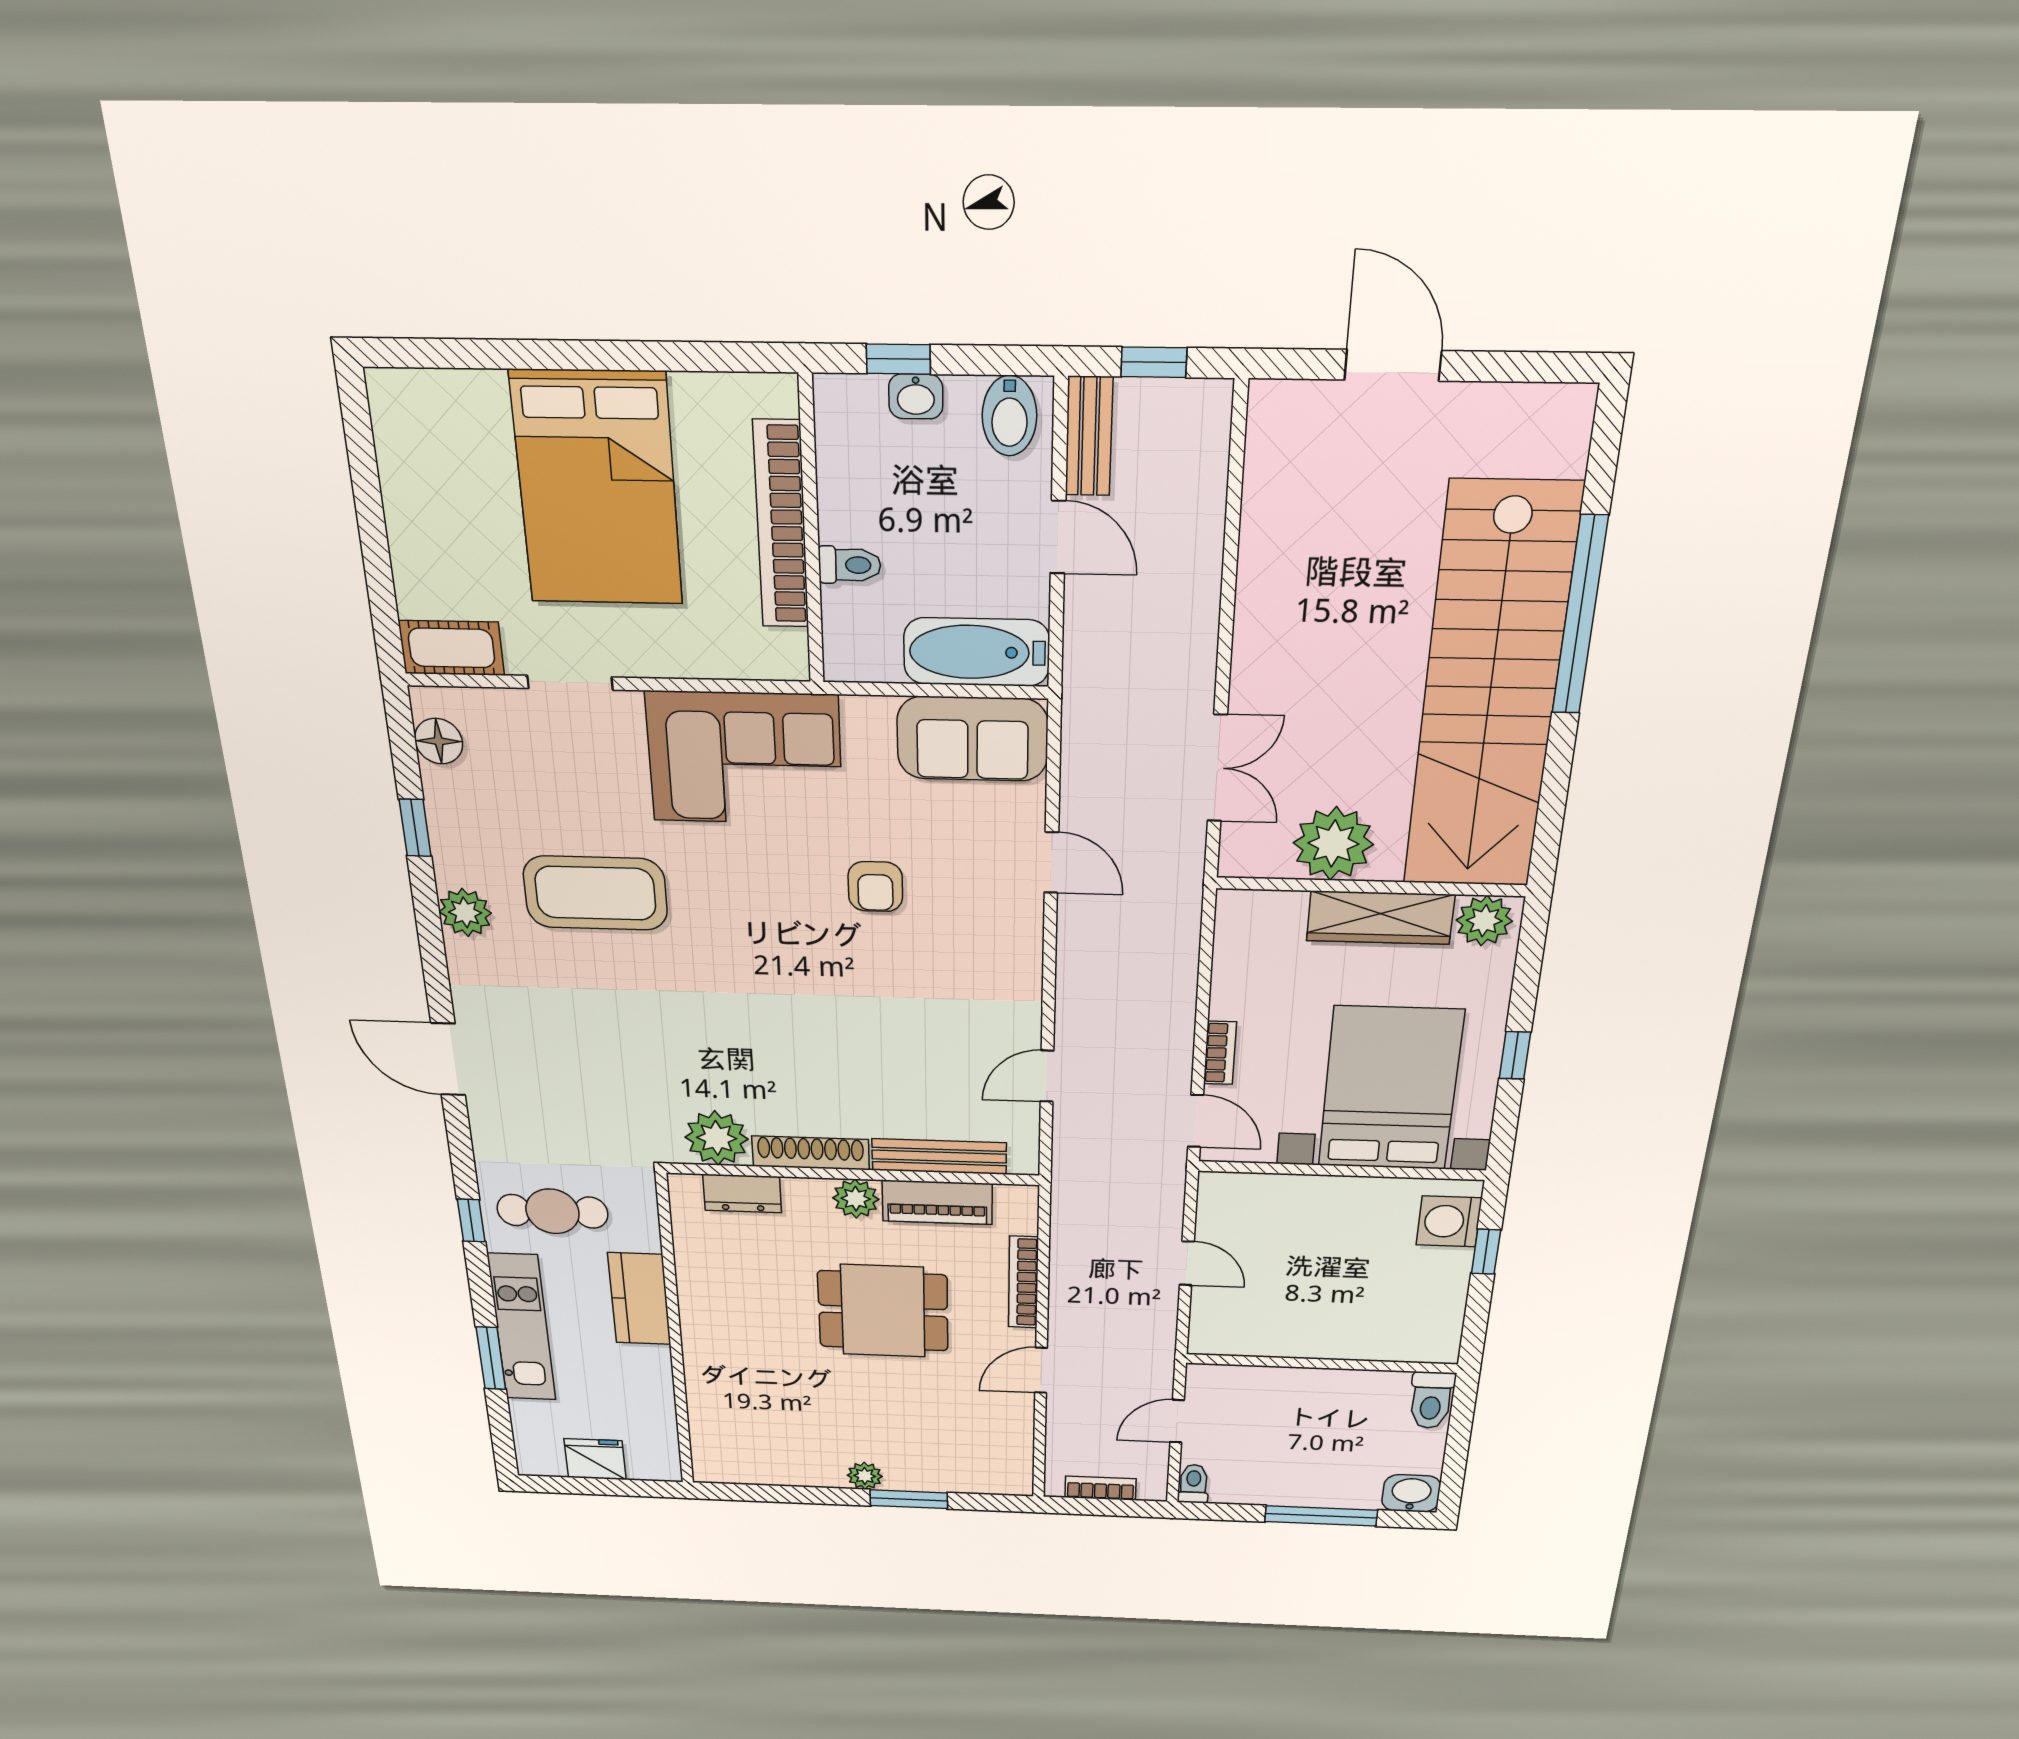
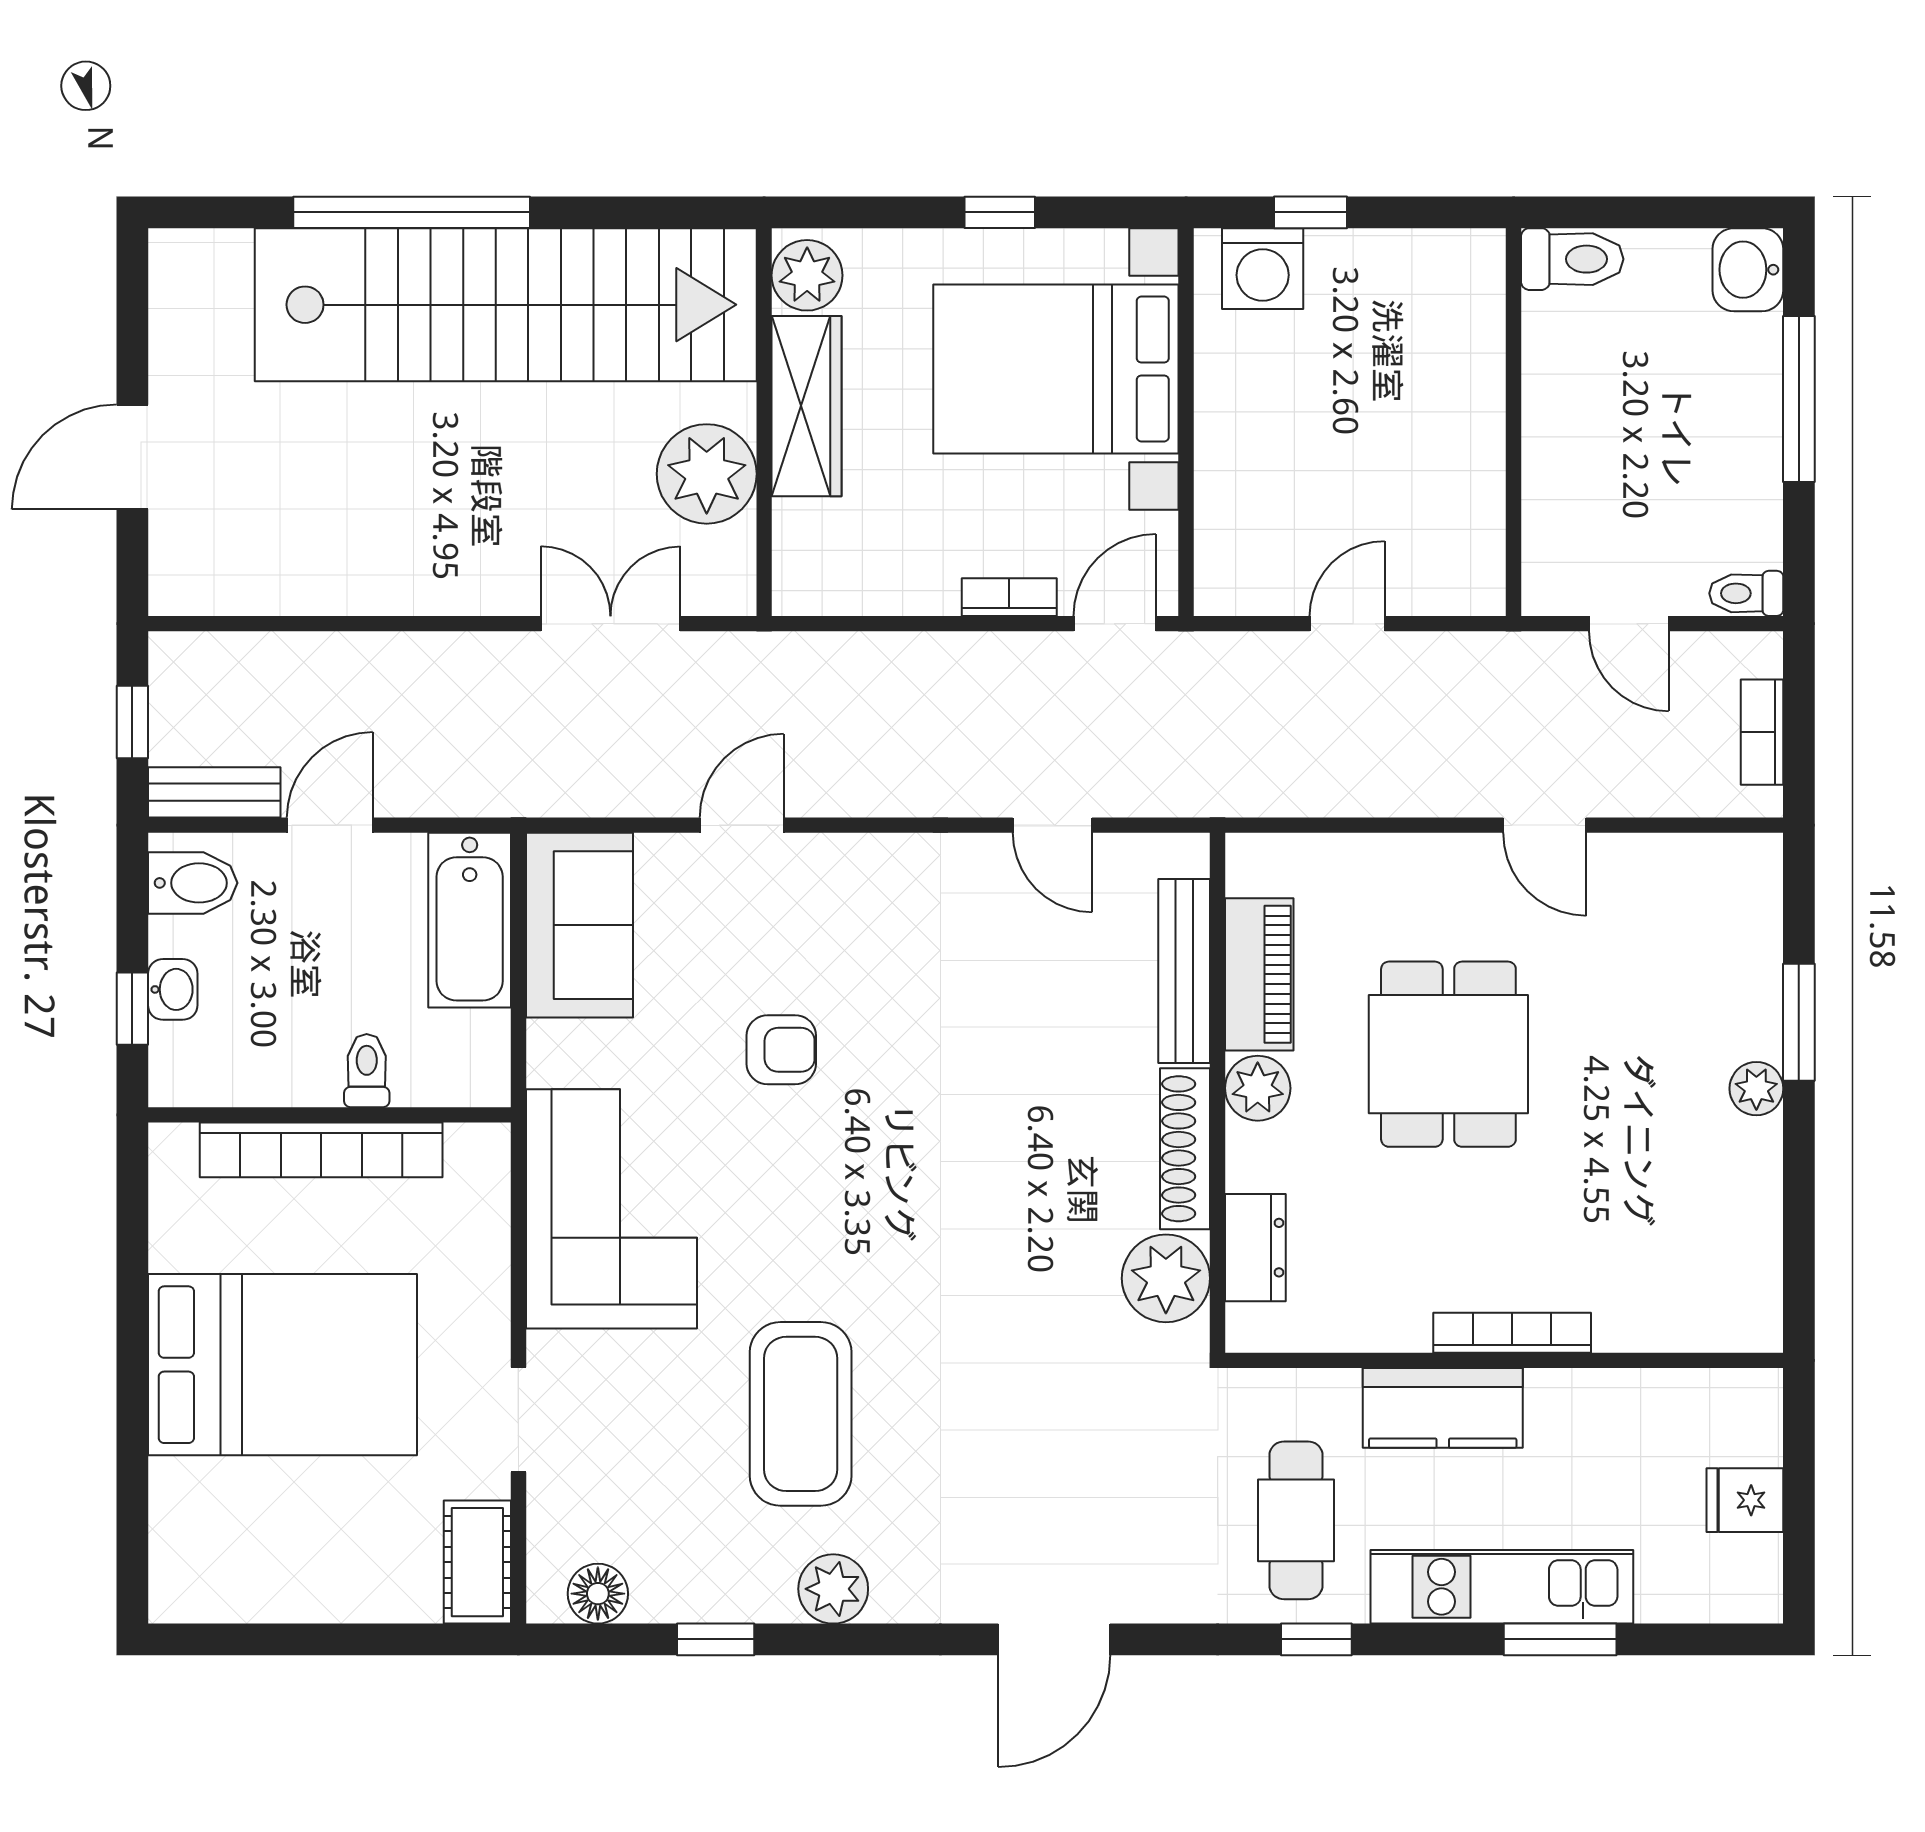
bookcase: (1023, 1282) -> (1512, 1333), moved, turned 180
fridge: (595, 1459) -> (1745, 1500), width x0.72

